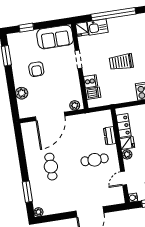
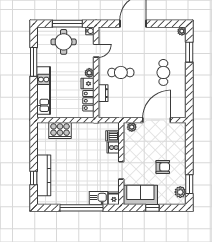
window: (26, 28) -> (152, 208), moved
trolley: (121, 62) -> (81, 161), removed
armchair: (36, 69) -> (163, 167), turned 91
plant: (22, 93) -> (180, 192), moved

